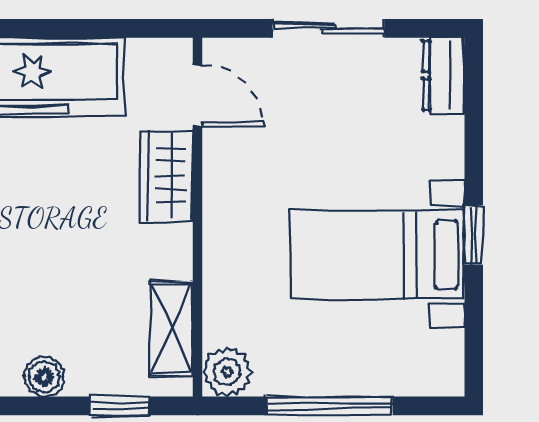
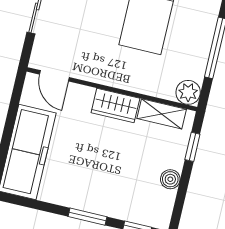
door: (197, 95) -> (54, 76), swing flipped
wardrobe: (167, 176) -> (115, 106), moved

